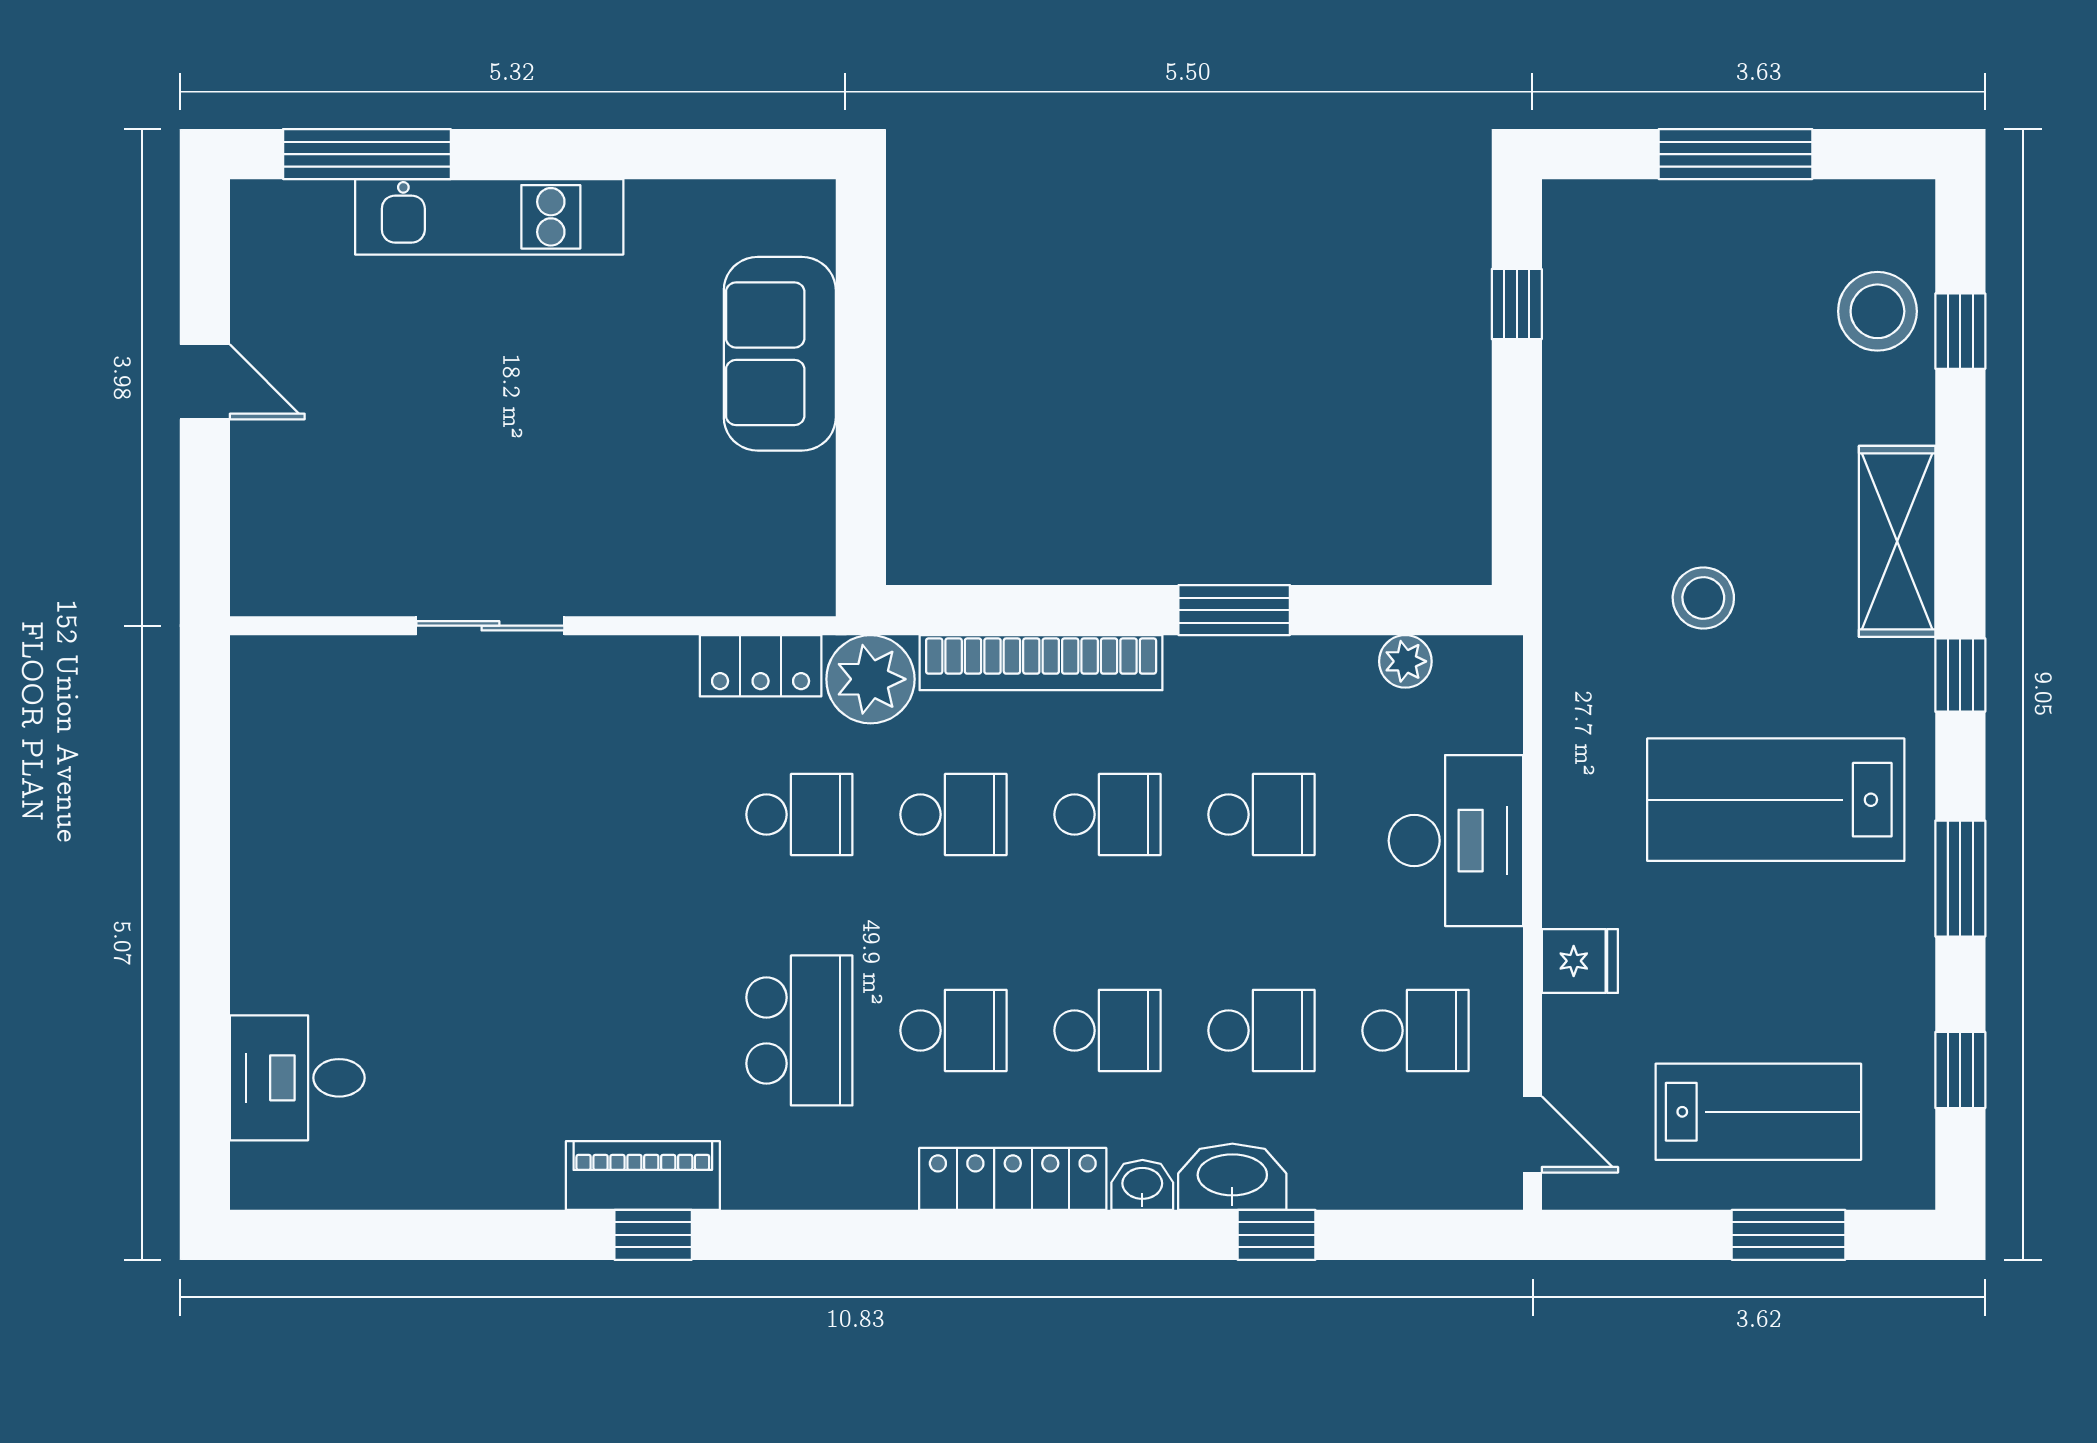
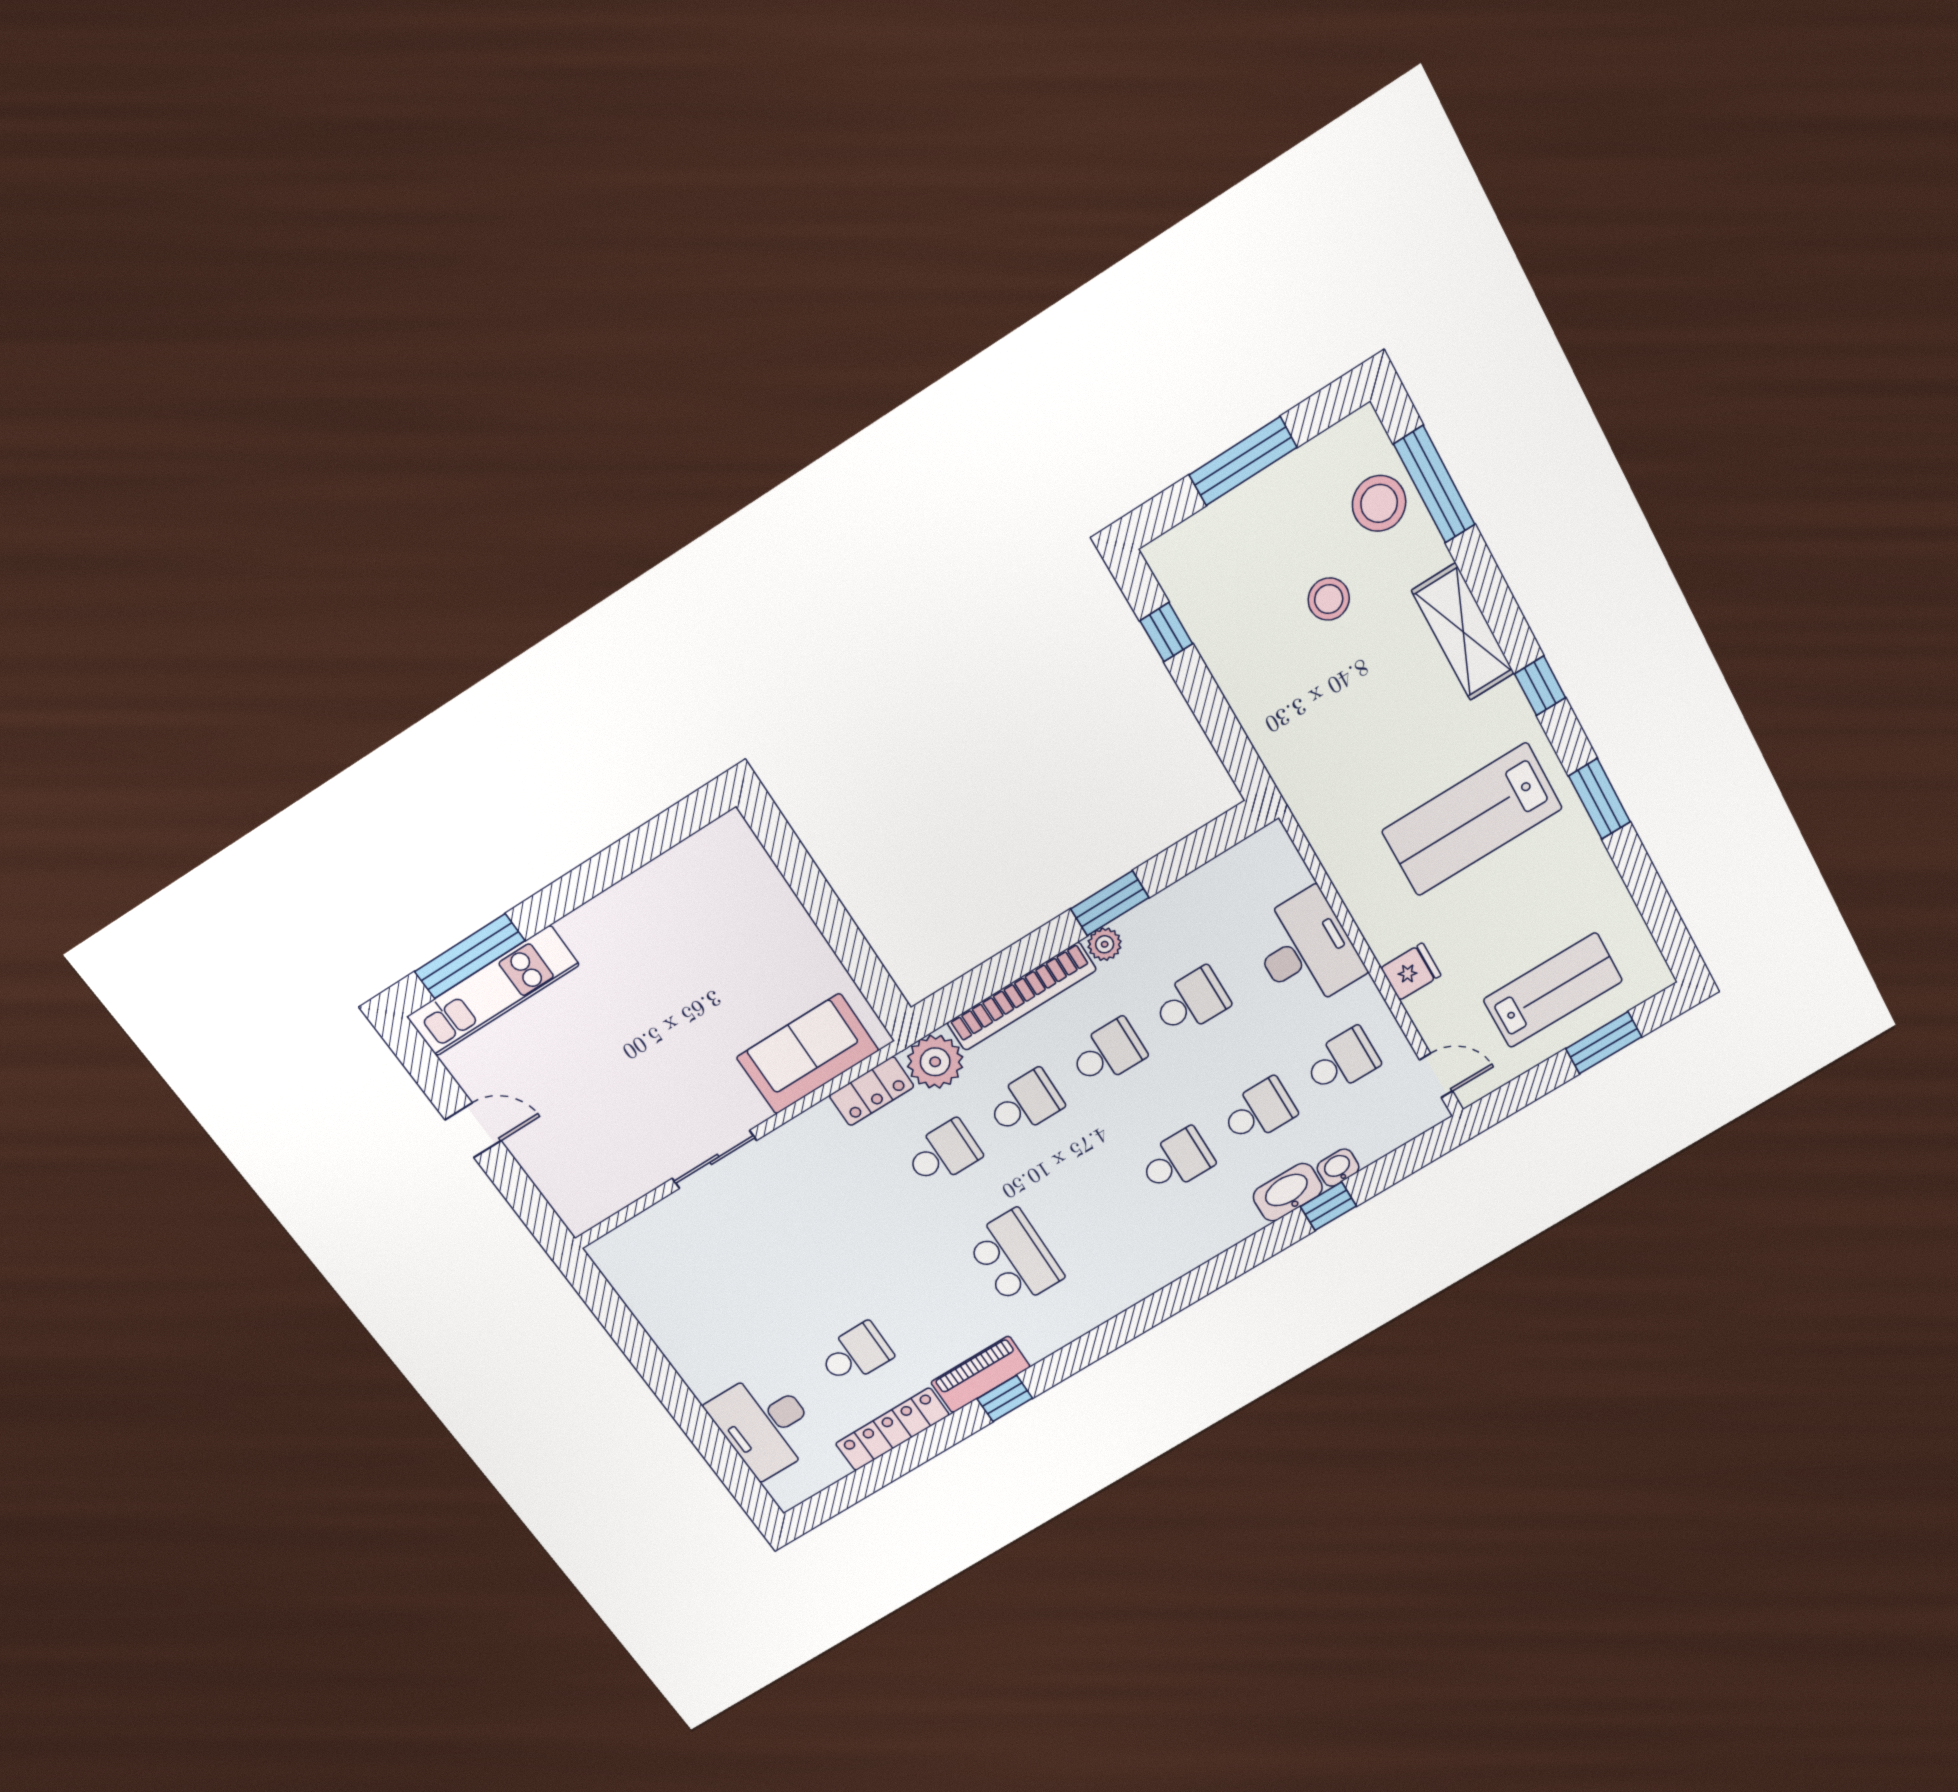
kitchen unit: (489, 217) -> (493, 991), moved
window: (1960, 331) -> (1434, 484), width x2.17
sofa: (780, 354) -> (808, 1054), moved, turned 90
stool: (1703, 598) -> (1329, 599), moved
plant: (1405, 661) -> (1105, 944), moved
school desk: (953, 1030) -> (855, 1354), moved
window: (1960, 1070) -> (1653, 901), removed
desk: (297, 1078) -> (765, 1424), width x1.37
locker: (1013, 1179) -> (892, 1429), moved
washbasin: (1142, 1185) -> (1338, 1168), moved

